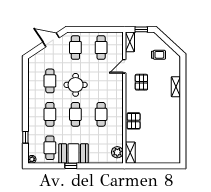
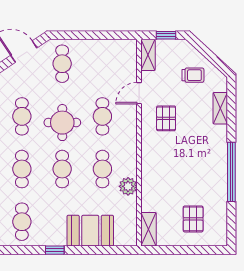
cafe table: (101, 48) -> (102, 116), moved
shelving: (176, 87) -> (220, 108), moved
window: (183, 116) -> (231, 172), added
pallet: (134, 121) -> (193, 219), moved
plant: (117, 152) -> (128, 186), moved
booth: (73, 153) -> (90, 231), moved

